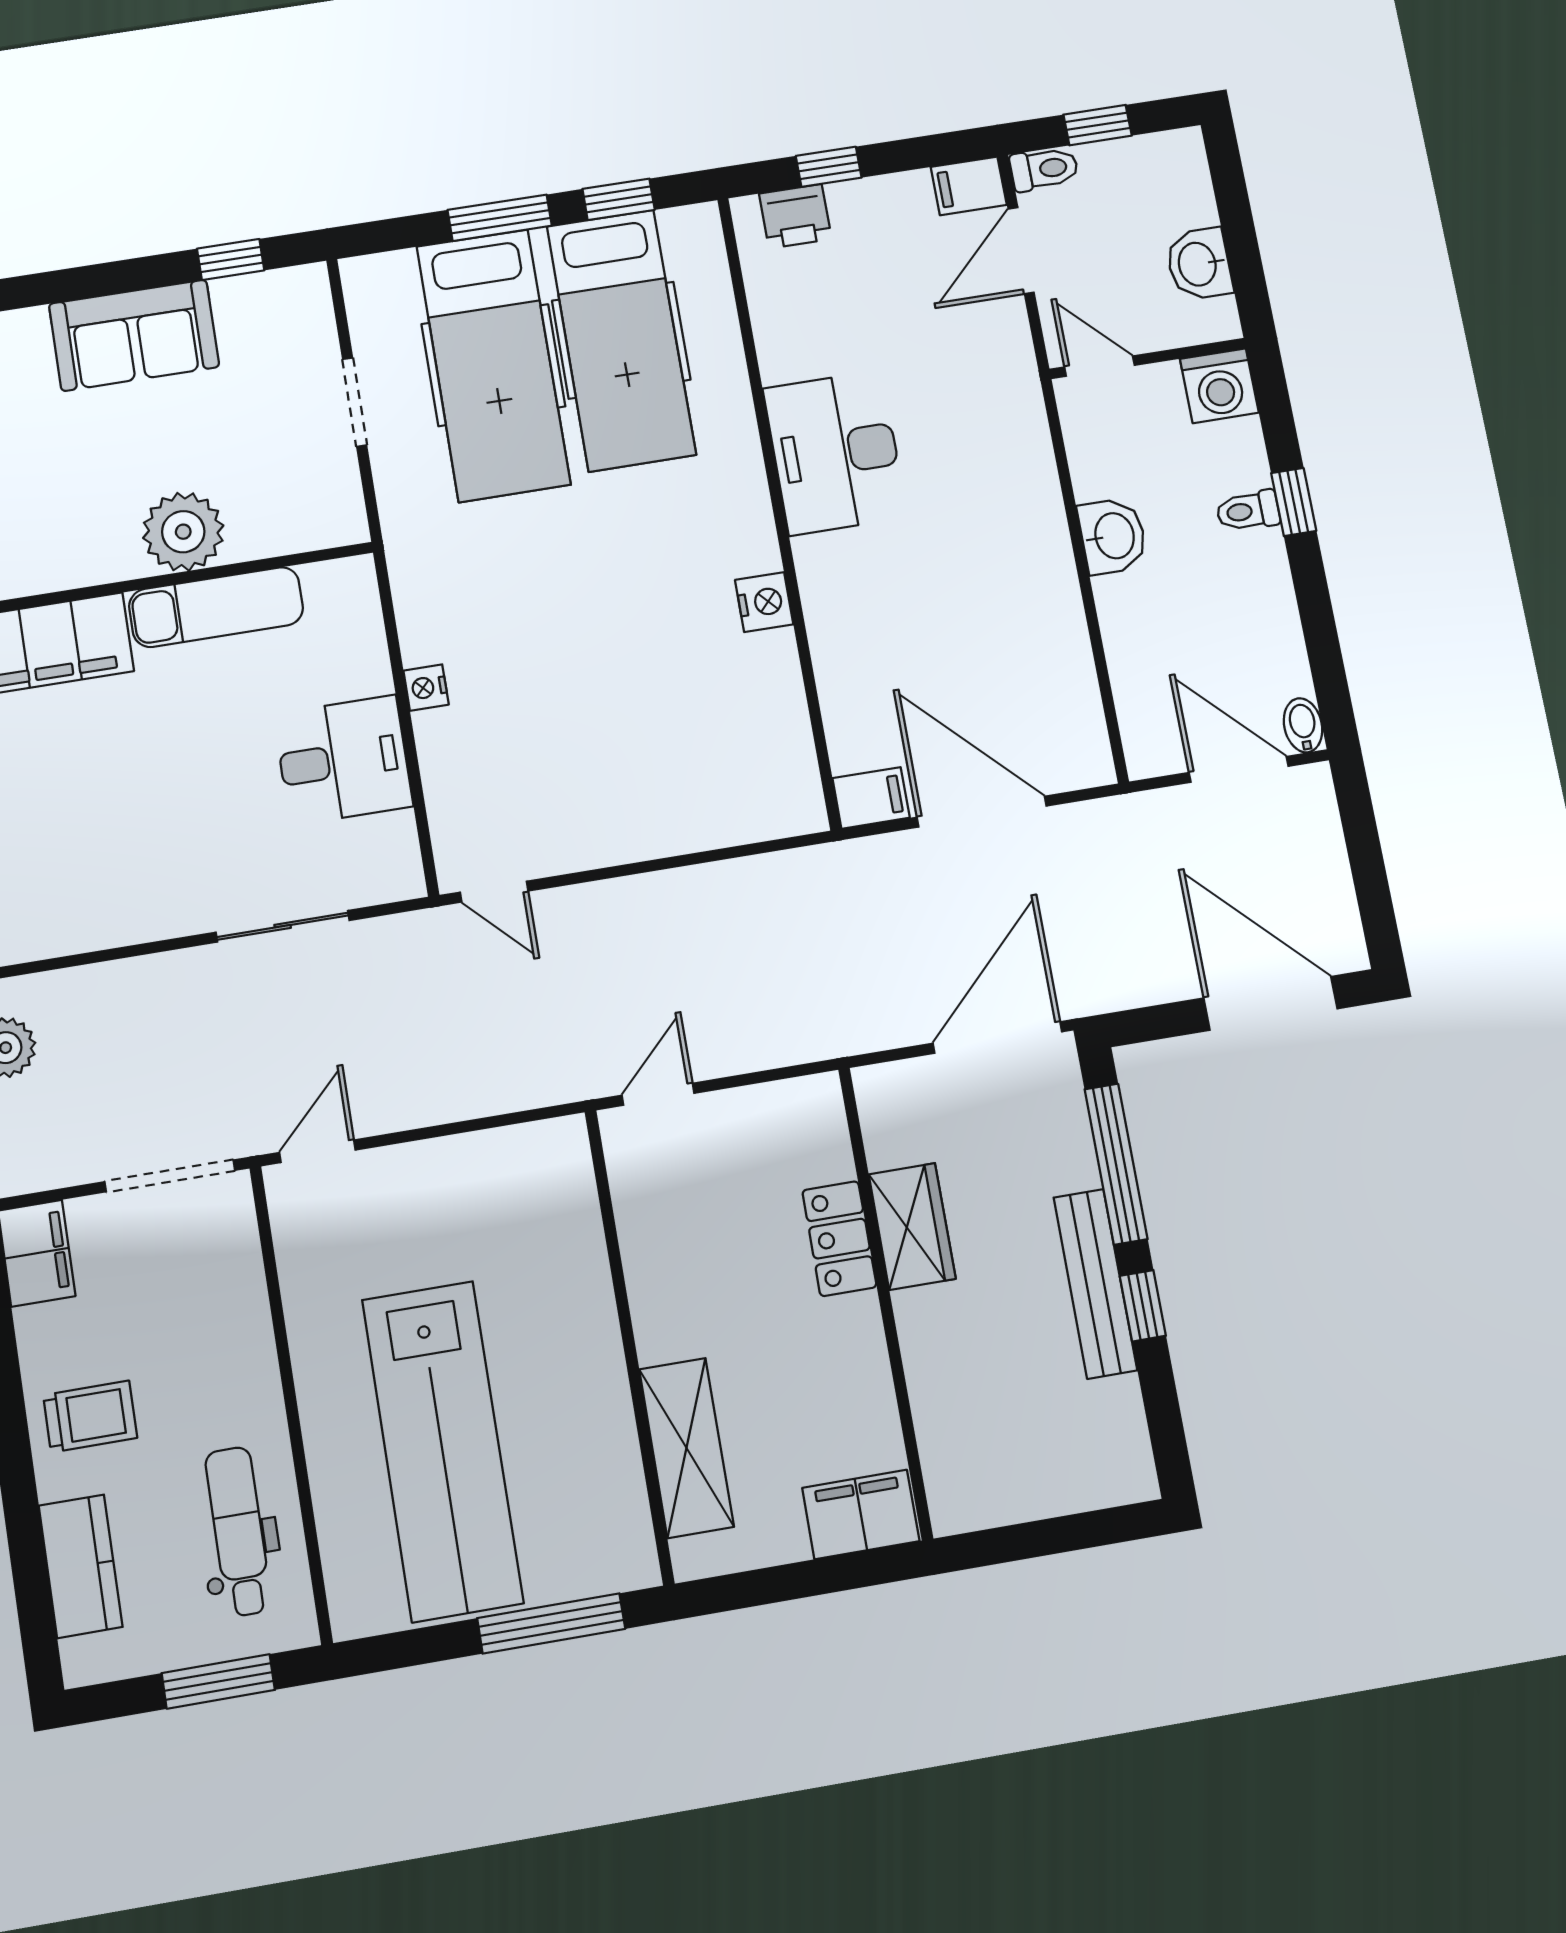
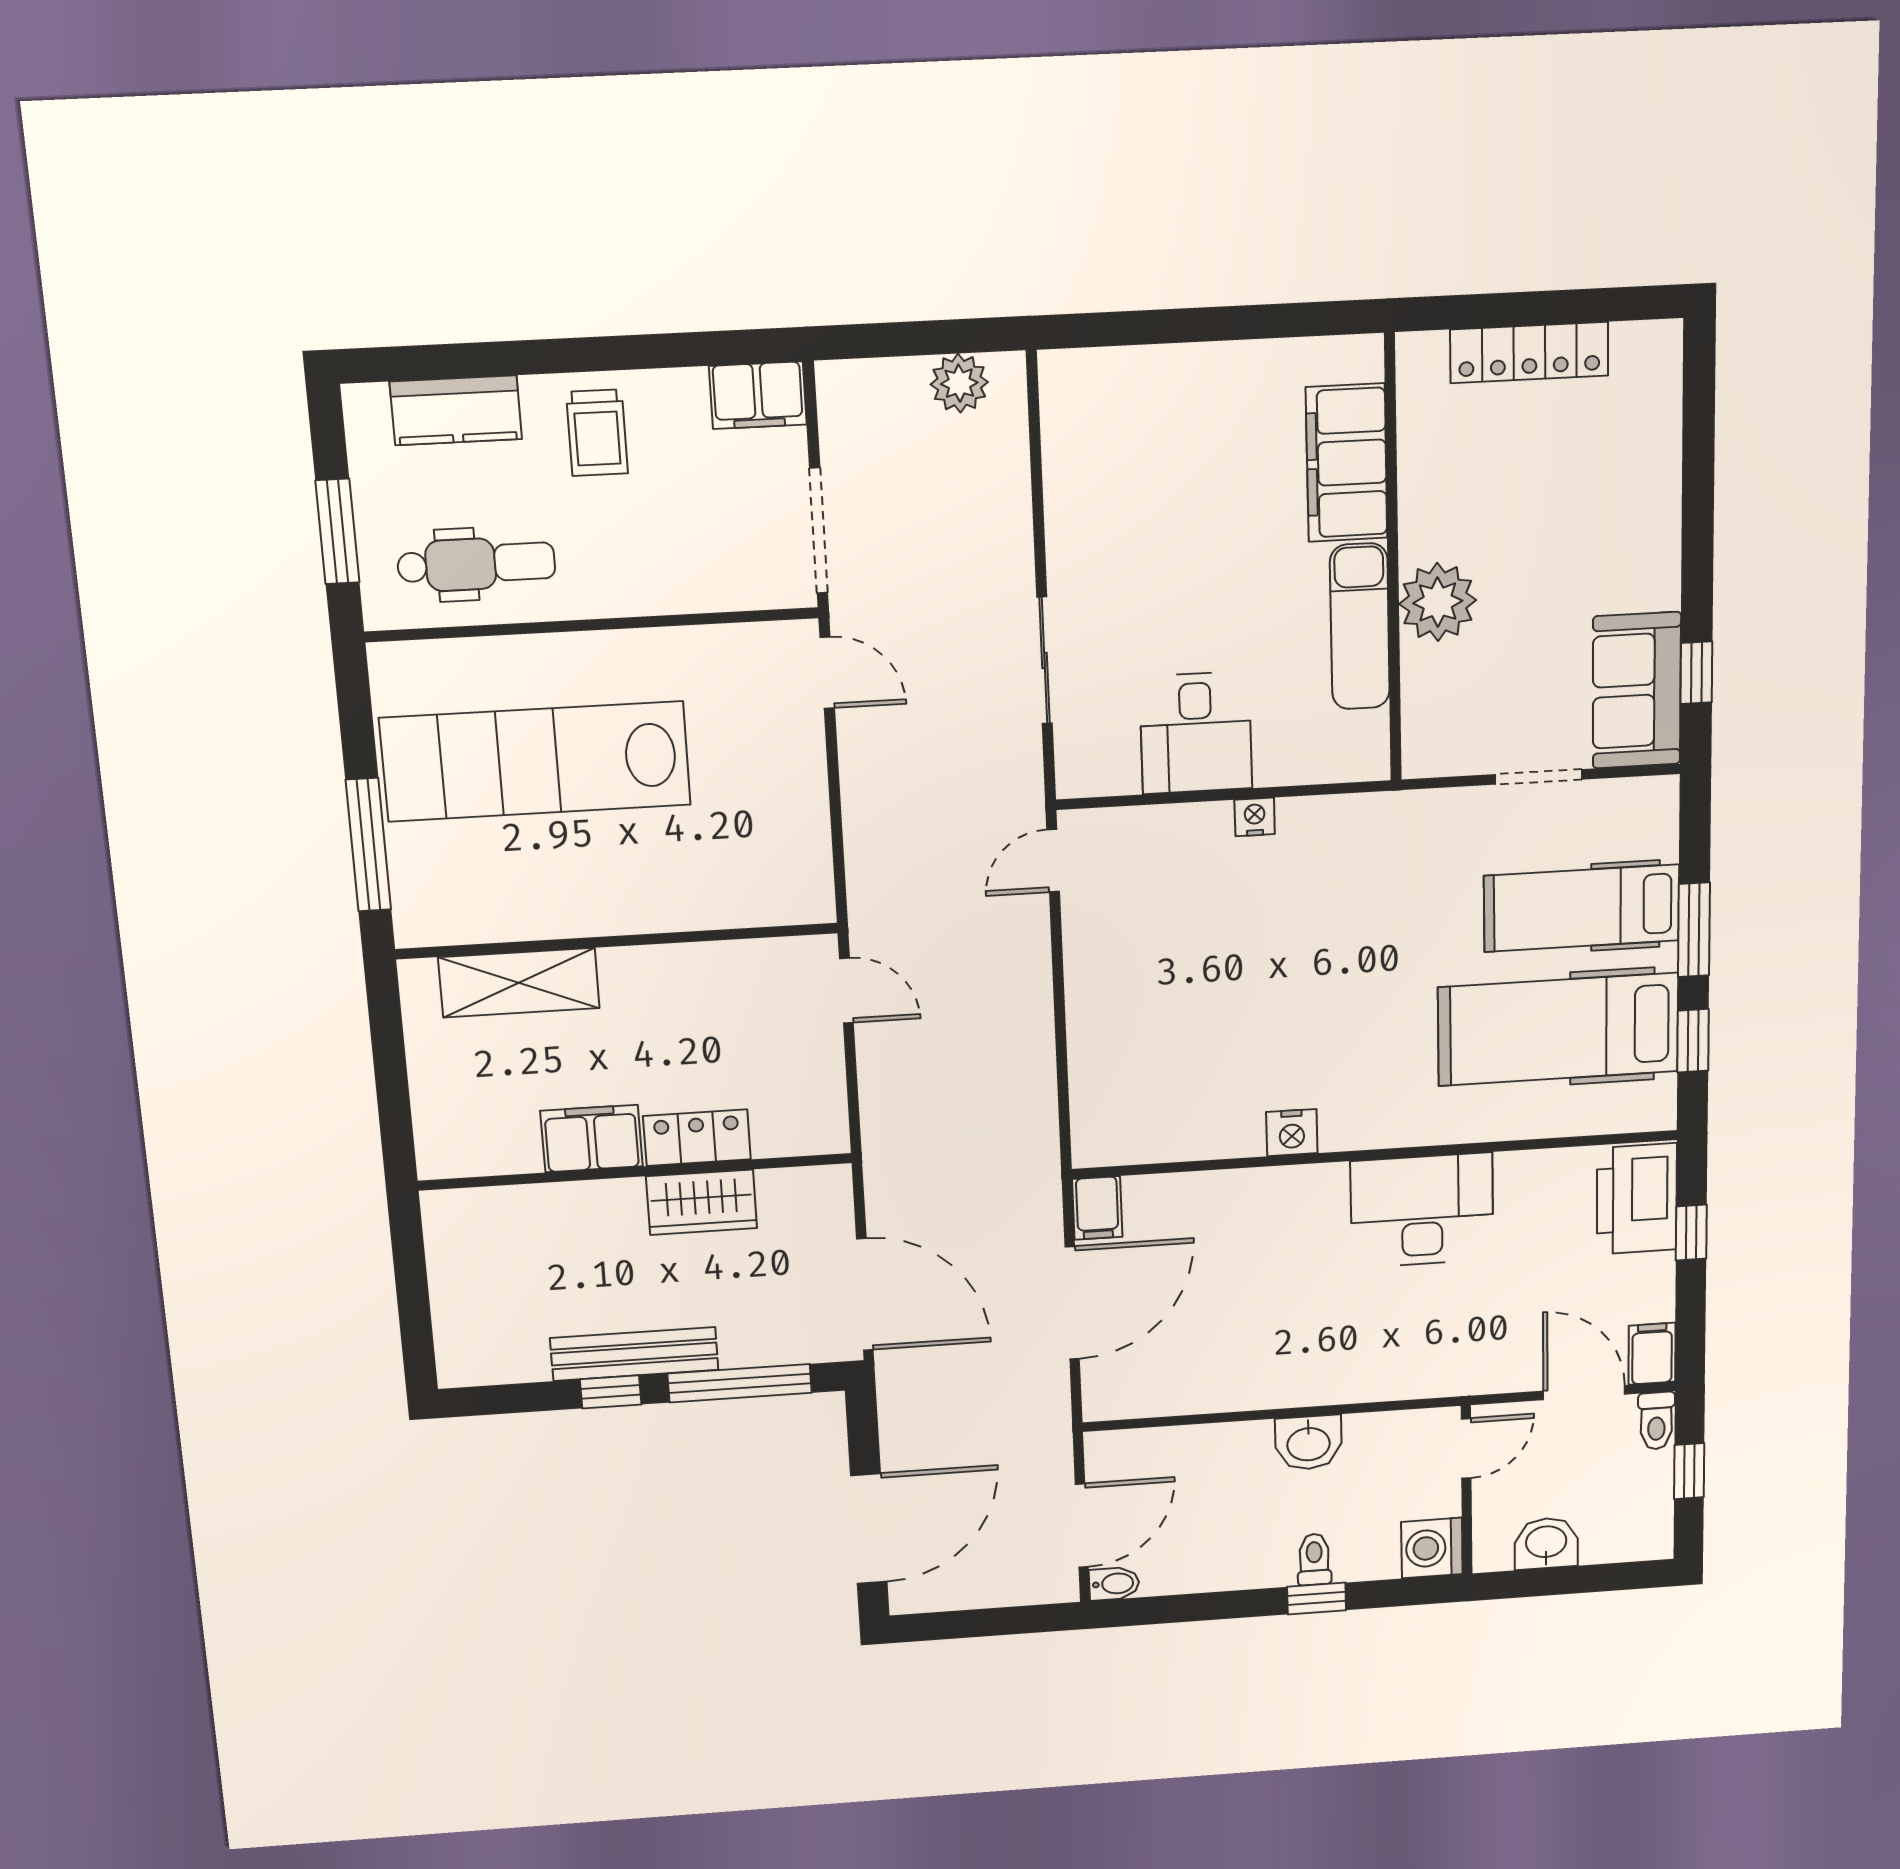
printer: (795, 216) -> (1637, 1199), width x1.87, depth x1.48
sofa: (134, 335) -> (1637, 690), moved
hospital bed: (493, 365) -> (1582, 908), width x0.73, depth x0.78
filing cabinet: (861, 1514) -> (592, 1139), moved, turned -90

